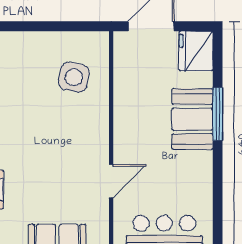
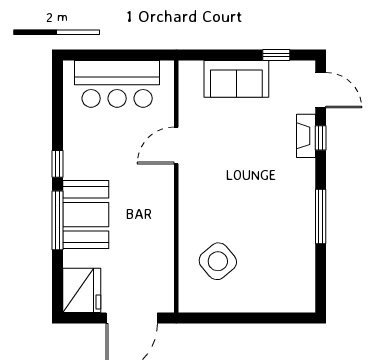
side table: (74, 77) -> (218, 261), turned 38
window: (218, 165) -> (57, 164), added

